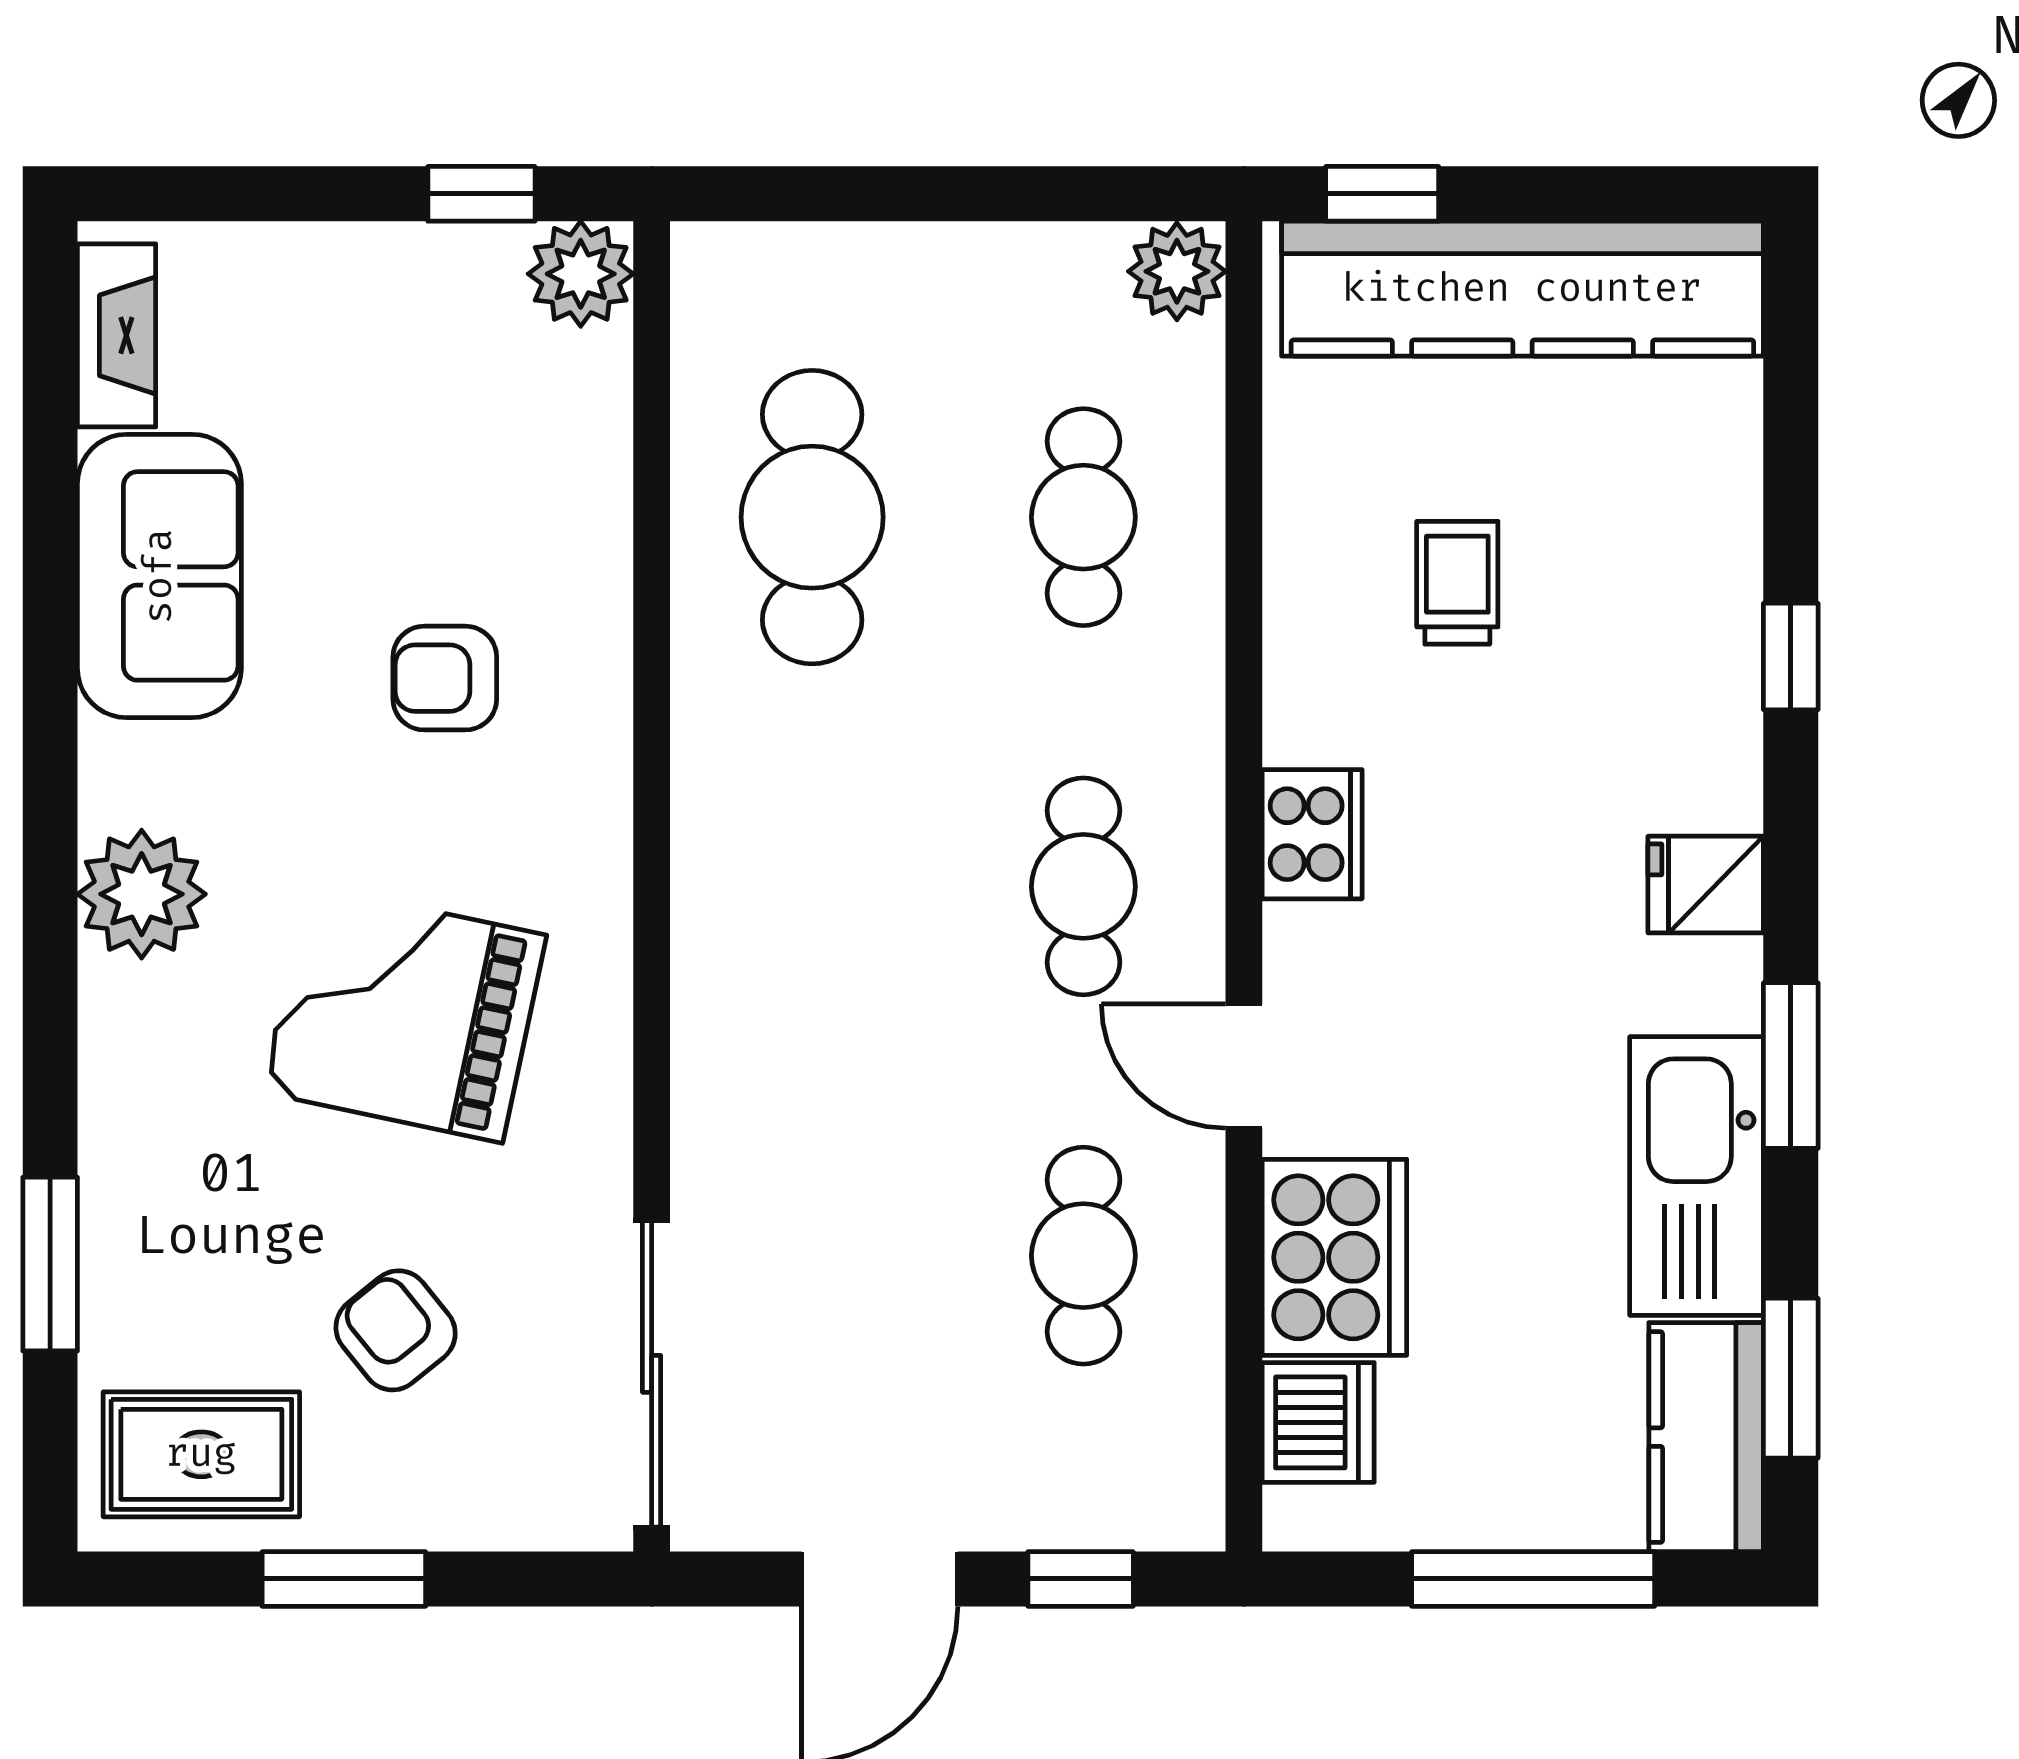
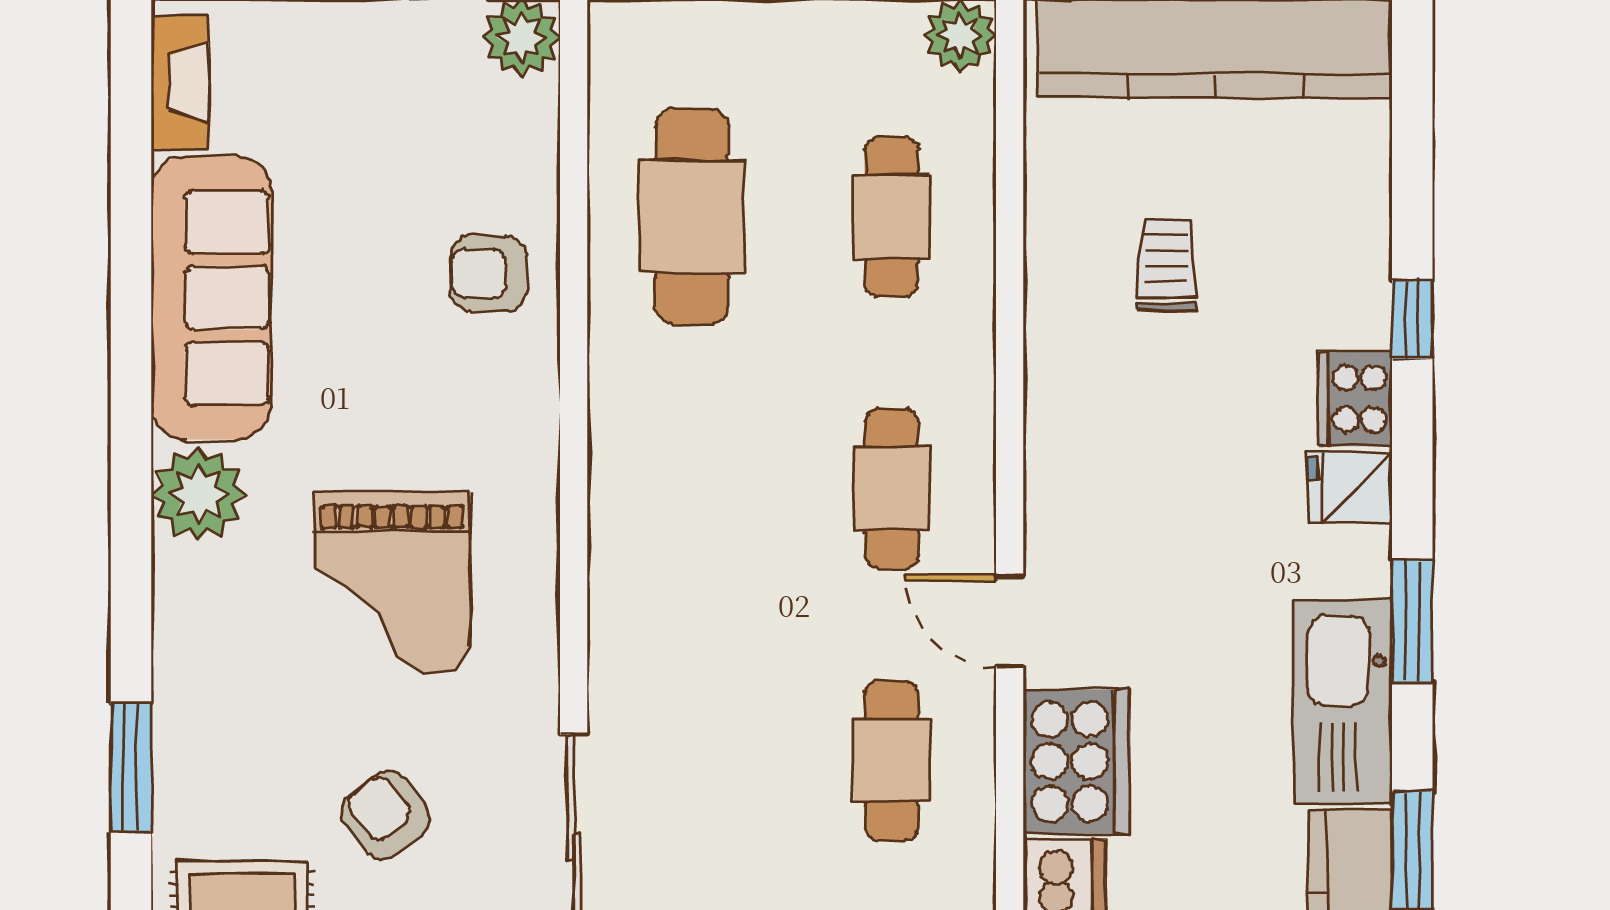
sofa: (159, 576) -> (211, 298), width x1.36
armchair: (445, 678) -> (488, 274), moved
cooker: (1312, 834) -> (1355, 399), moved, turned 180
grand piano: (404, 1014) -> (392, 582), turned -102

